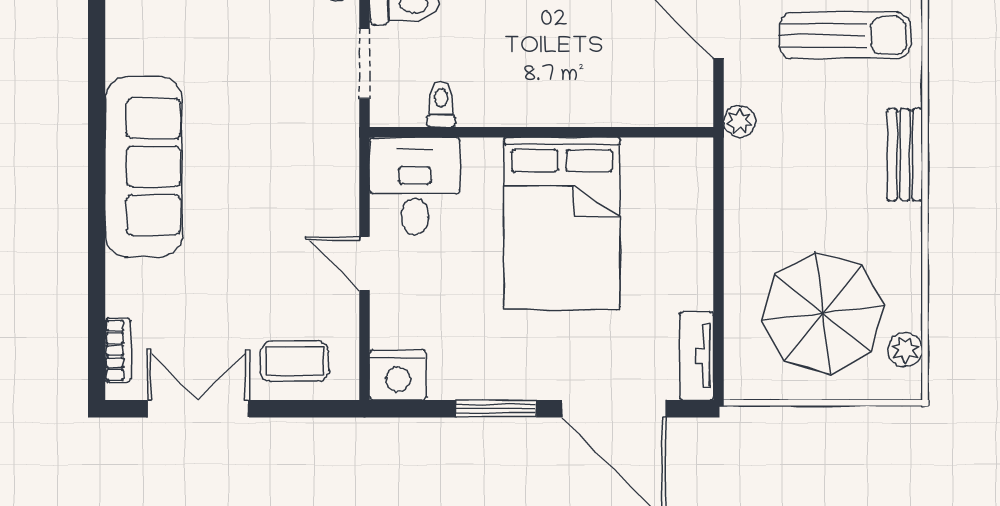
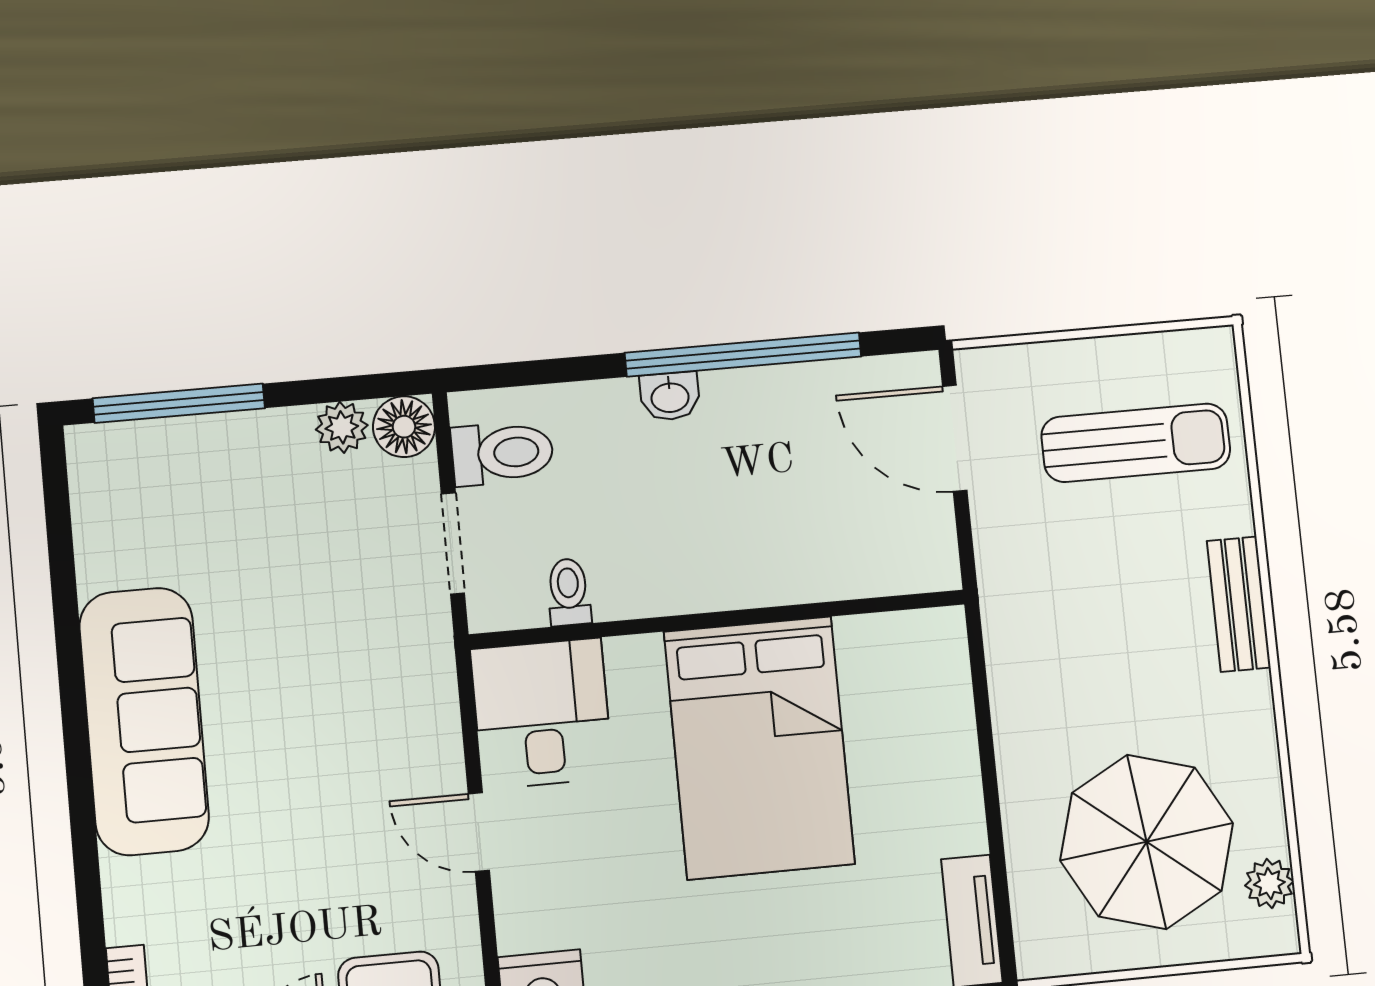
plant: (740, 121) -> (999, 578), removed

